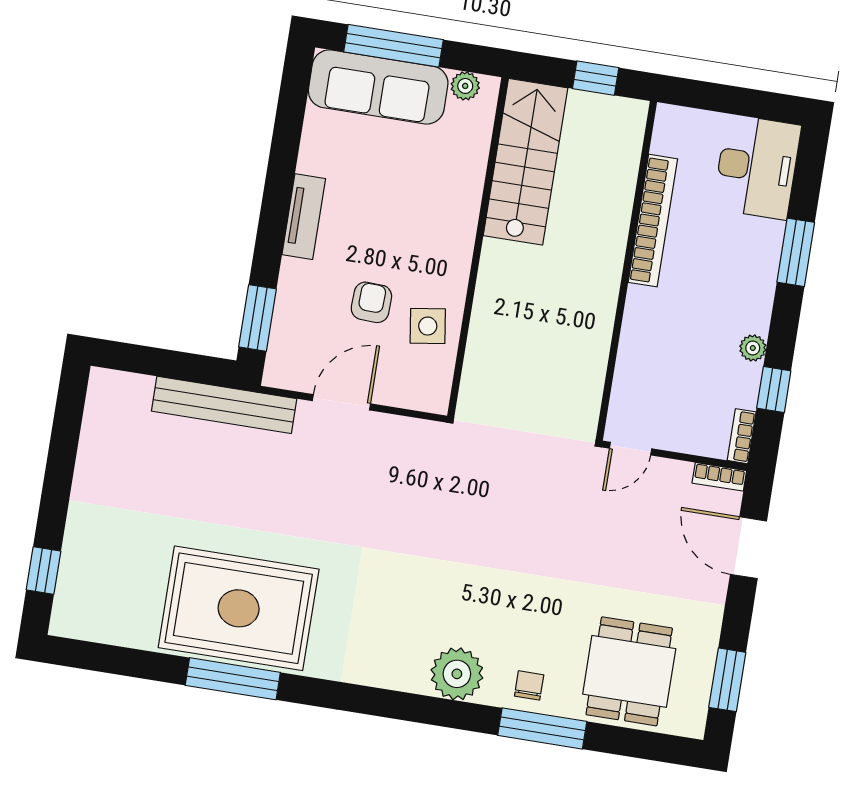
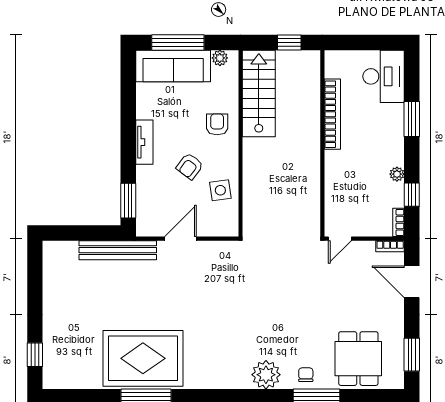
armchair: (441, 206) -> (217, 124), added
armchair: (371, 302) -> (190, 166), moved, turned -145

